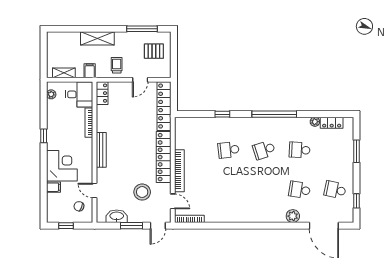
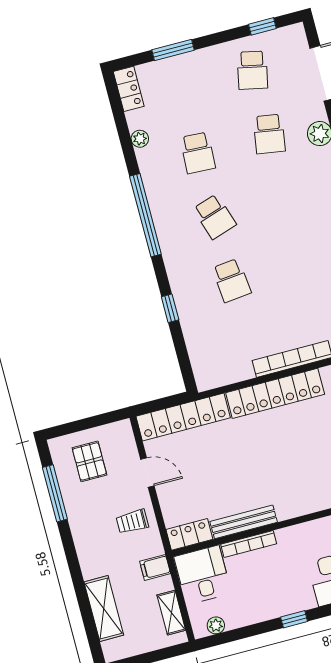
shelving: (97, 38) -> (104, 608), moved
locker: (332, 123) -> (129, 89), moved
bench: (101, 150) -> (244, 522), moved

